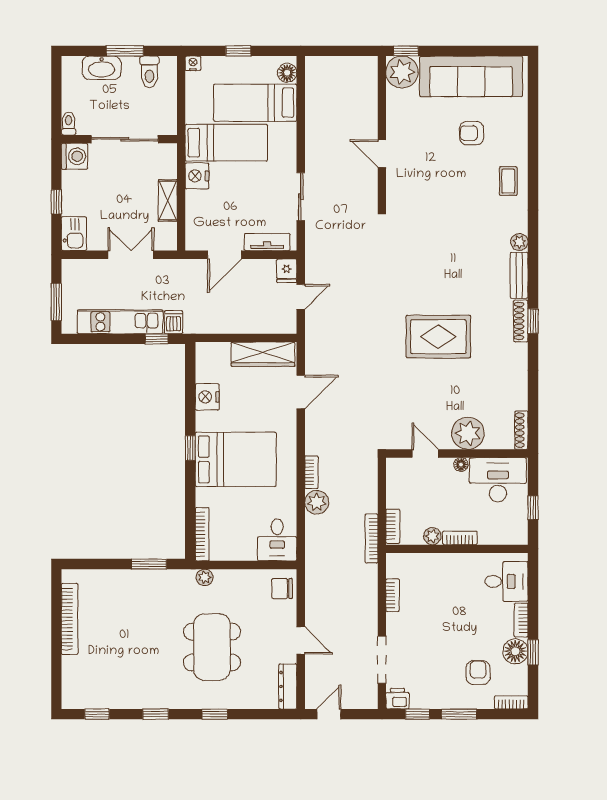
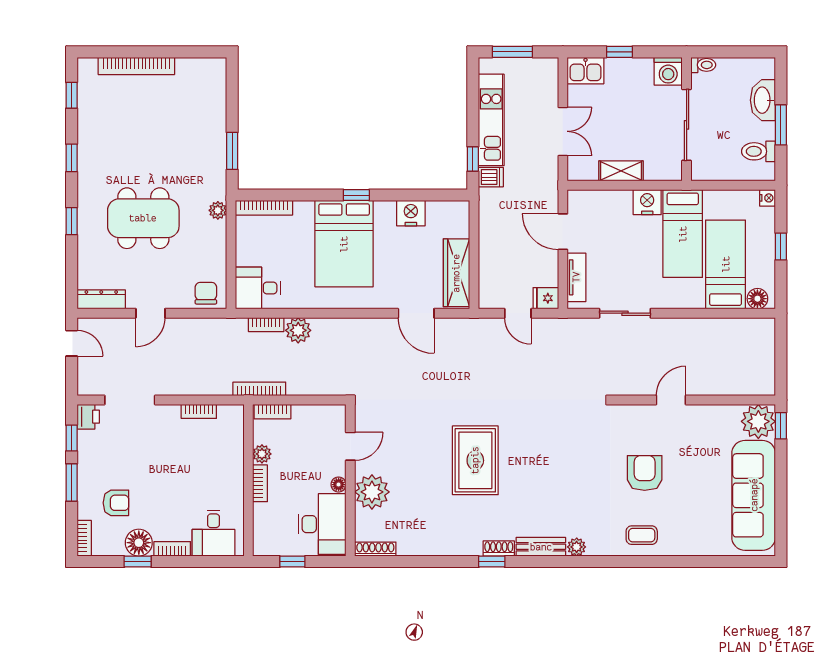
armchair: (472, 133) -> (645, 473), moved, width x1.38, depth x1.38
shoe rack: (521, 321) -> (499, 549), width x0.70
bookcase: (311, 472) -> (266, 325), moved
bookcase: (70, 619) -> (136, 66), moved

